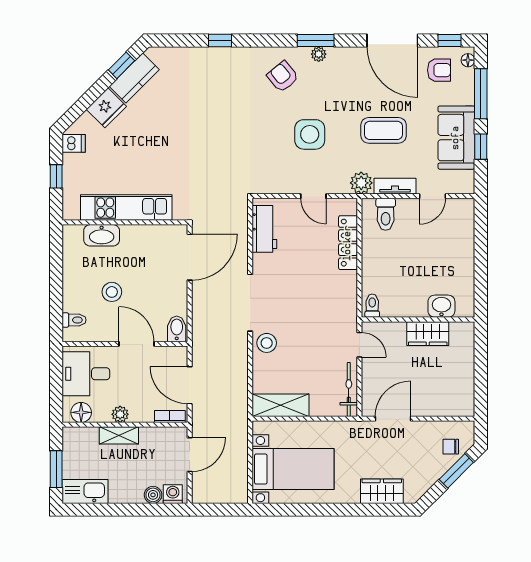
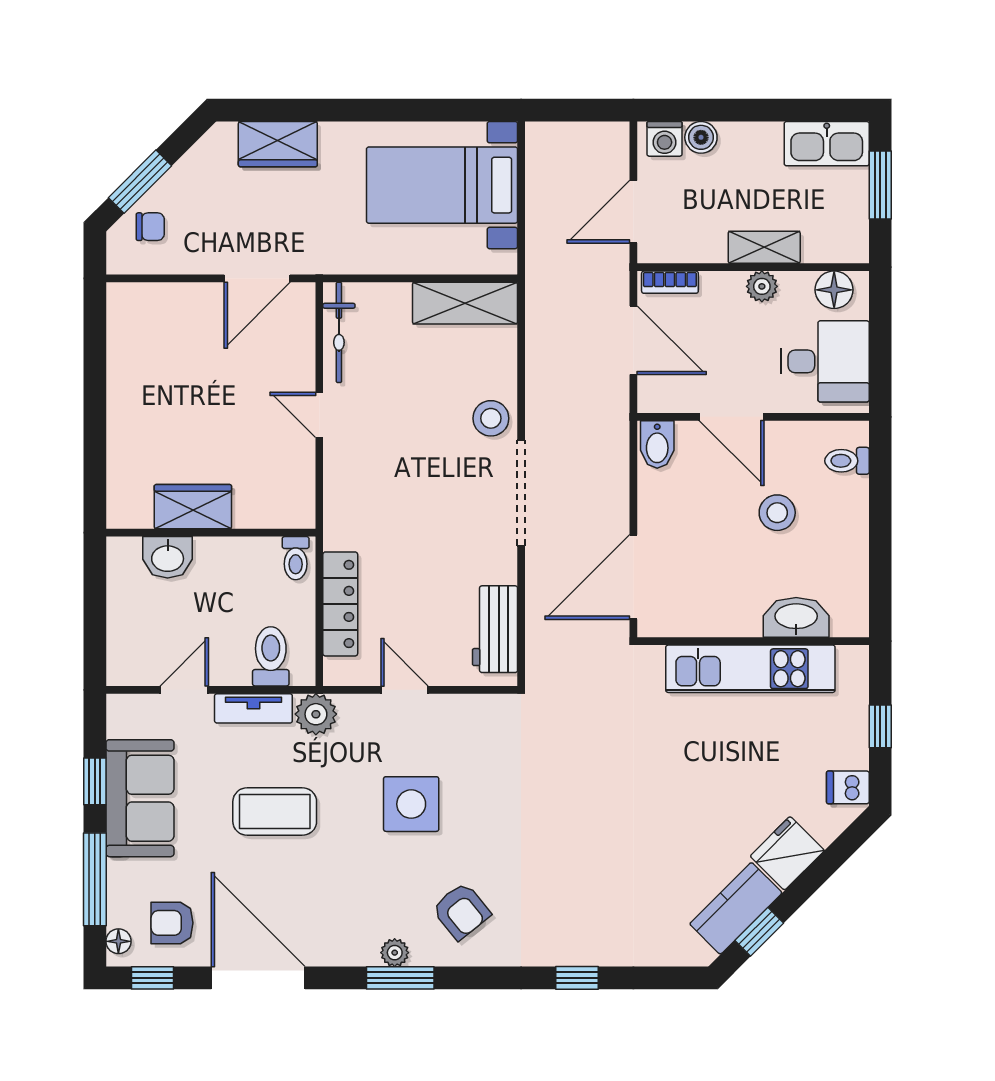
toilet: (372, 306) -> (296, 558), moved
washbasin: (441, 306) -> (168, 557), moved
wall: (418, 320) -> (211, 533), moved
wardrobe: (428, 334) -> (193, 507), moved

